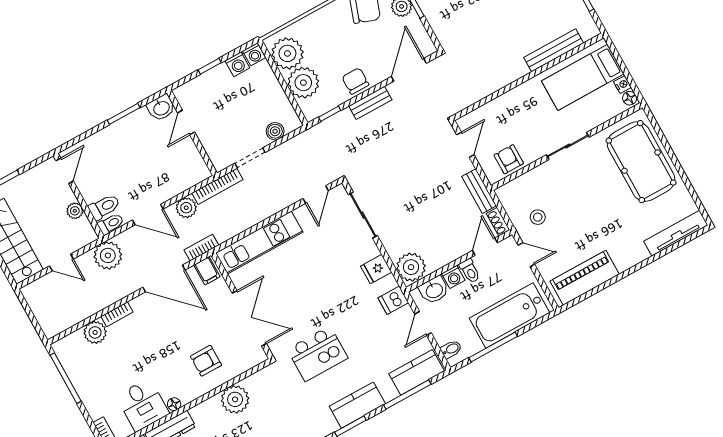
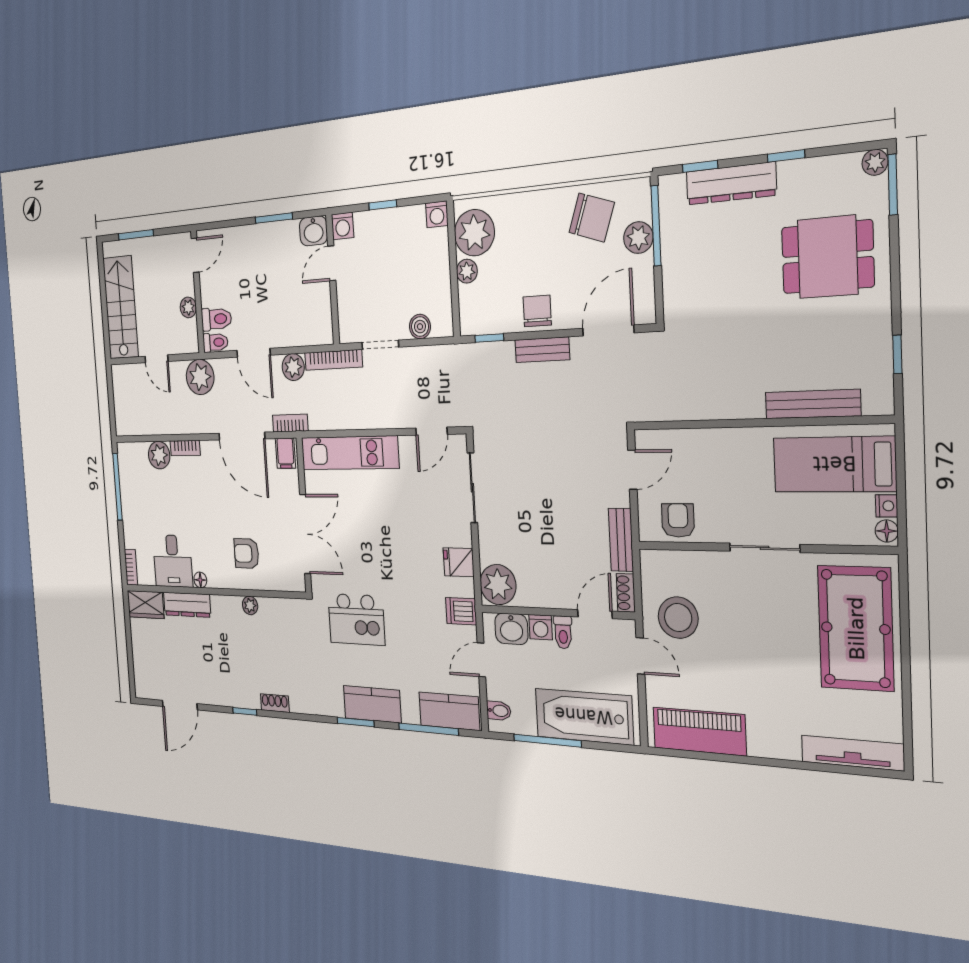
washing machine: (237, 64) -> (343, 226), moved
plant: (303, 83) -> (467, 271), width x0.53, depth x0.53
stool: (538, 217) -> (678, 618), width x1.89, depth x1.89
plant: (235, 399) -> (250, 605), width x0.53, depth x0.53

